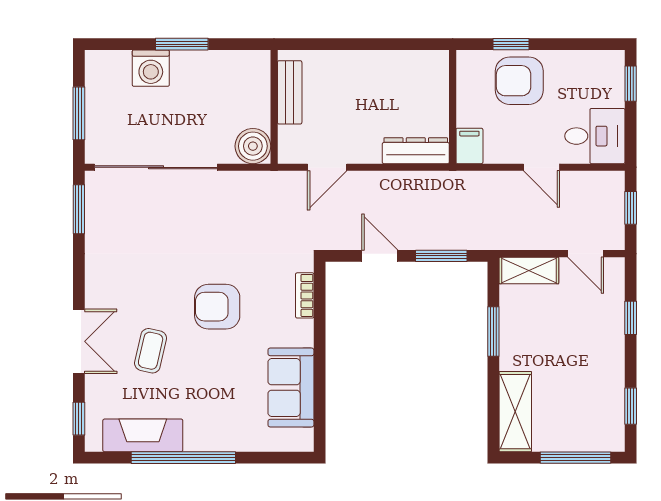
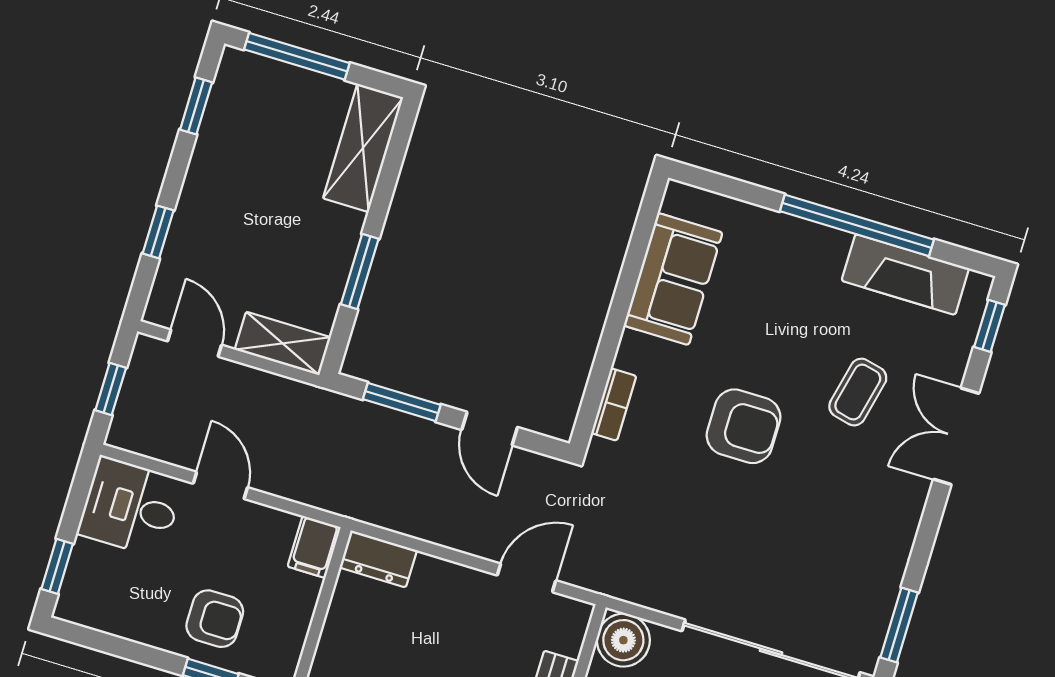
armchair: (519, 81) -> (215, 619), width x0.72, depth x0.72
dresser: (416, 151) -> (378, 559), width x0.70

